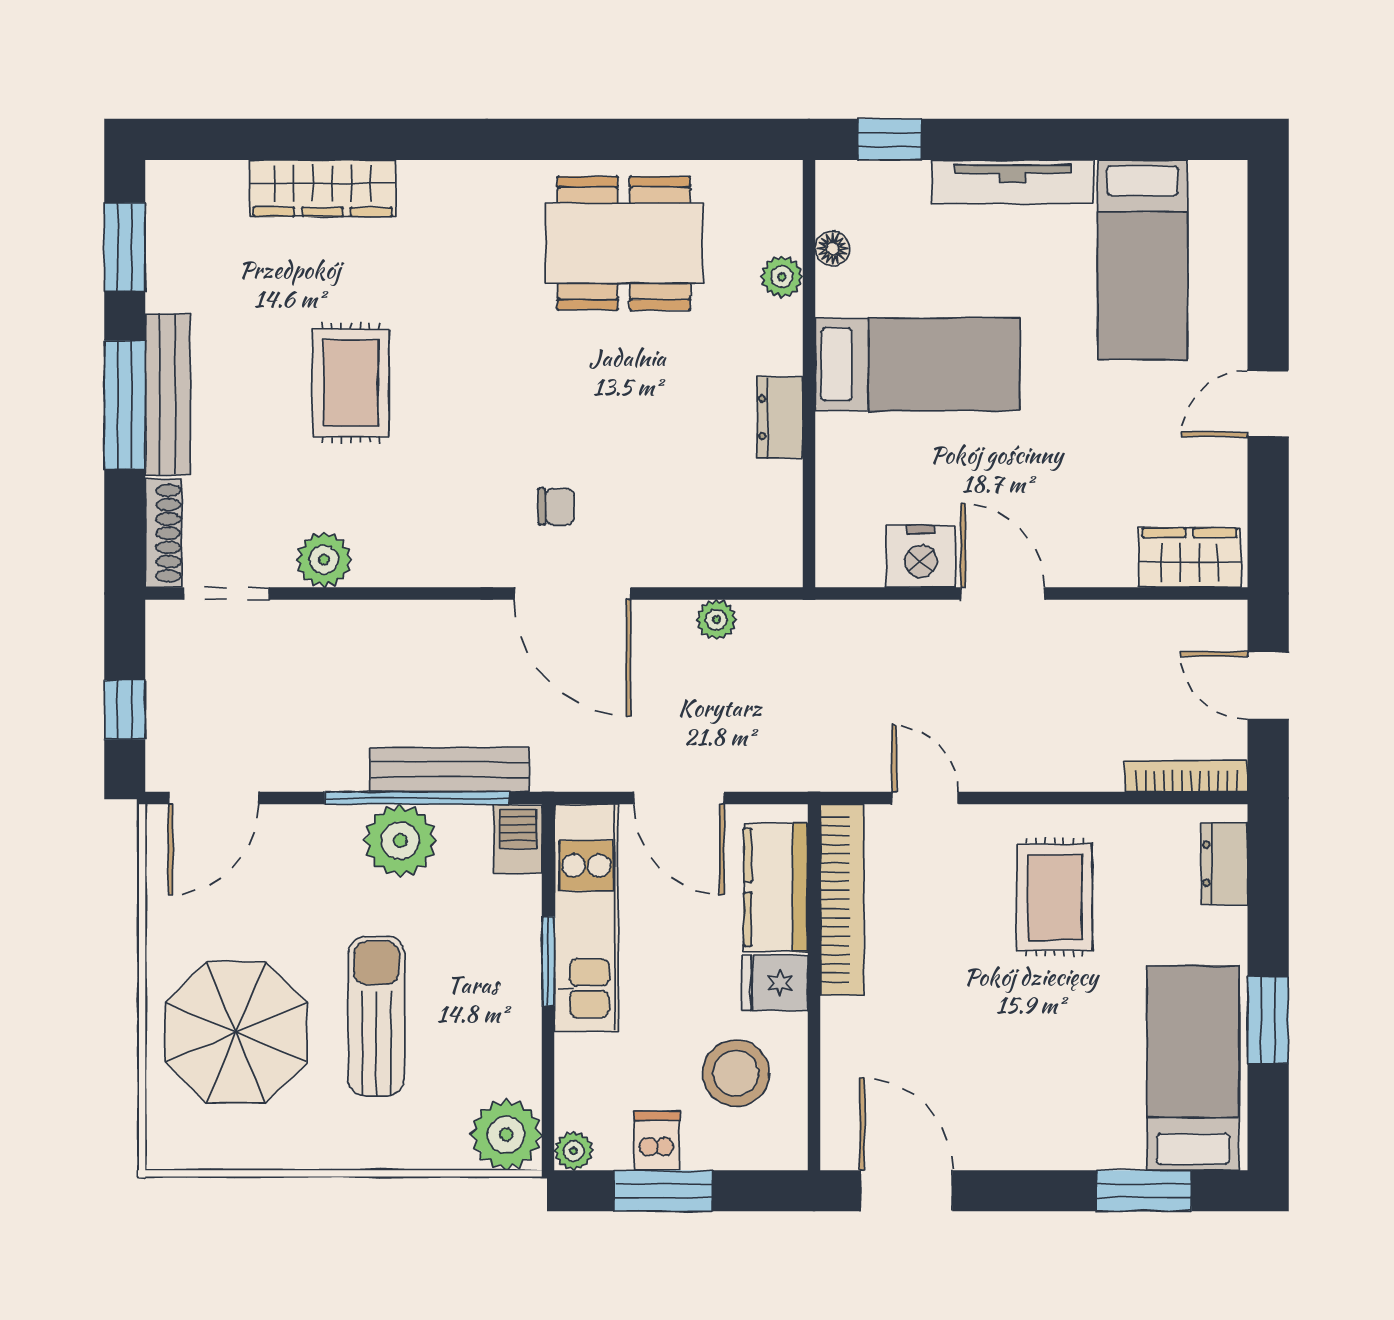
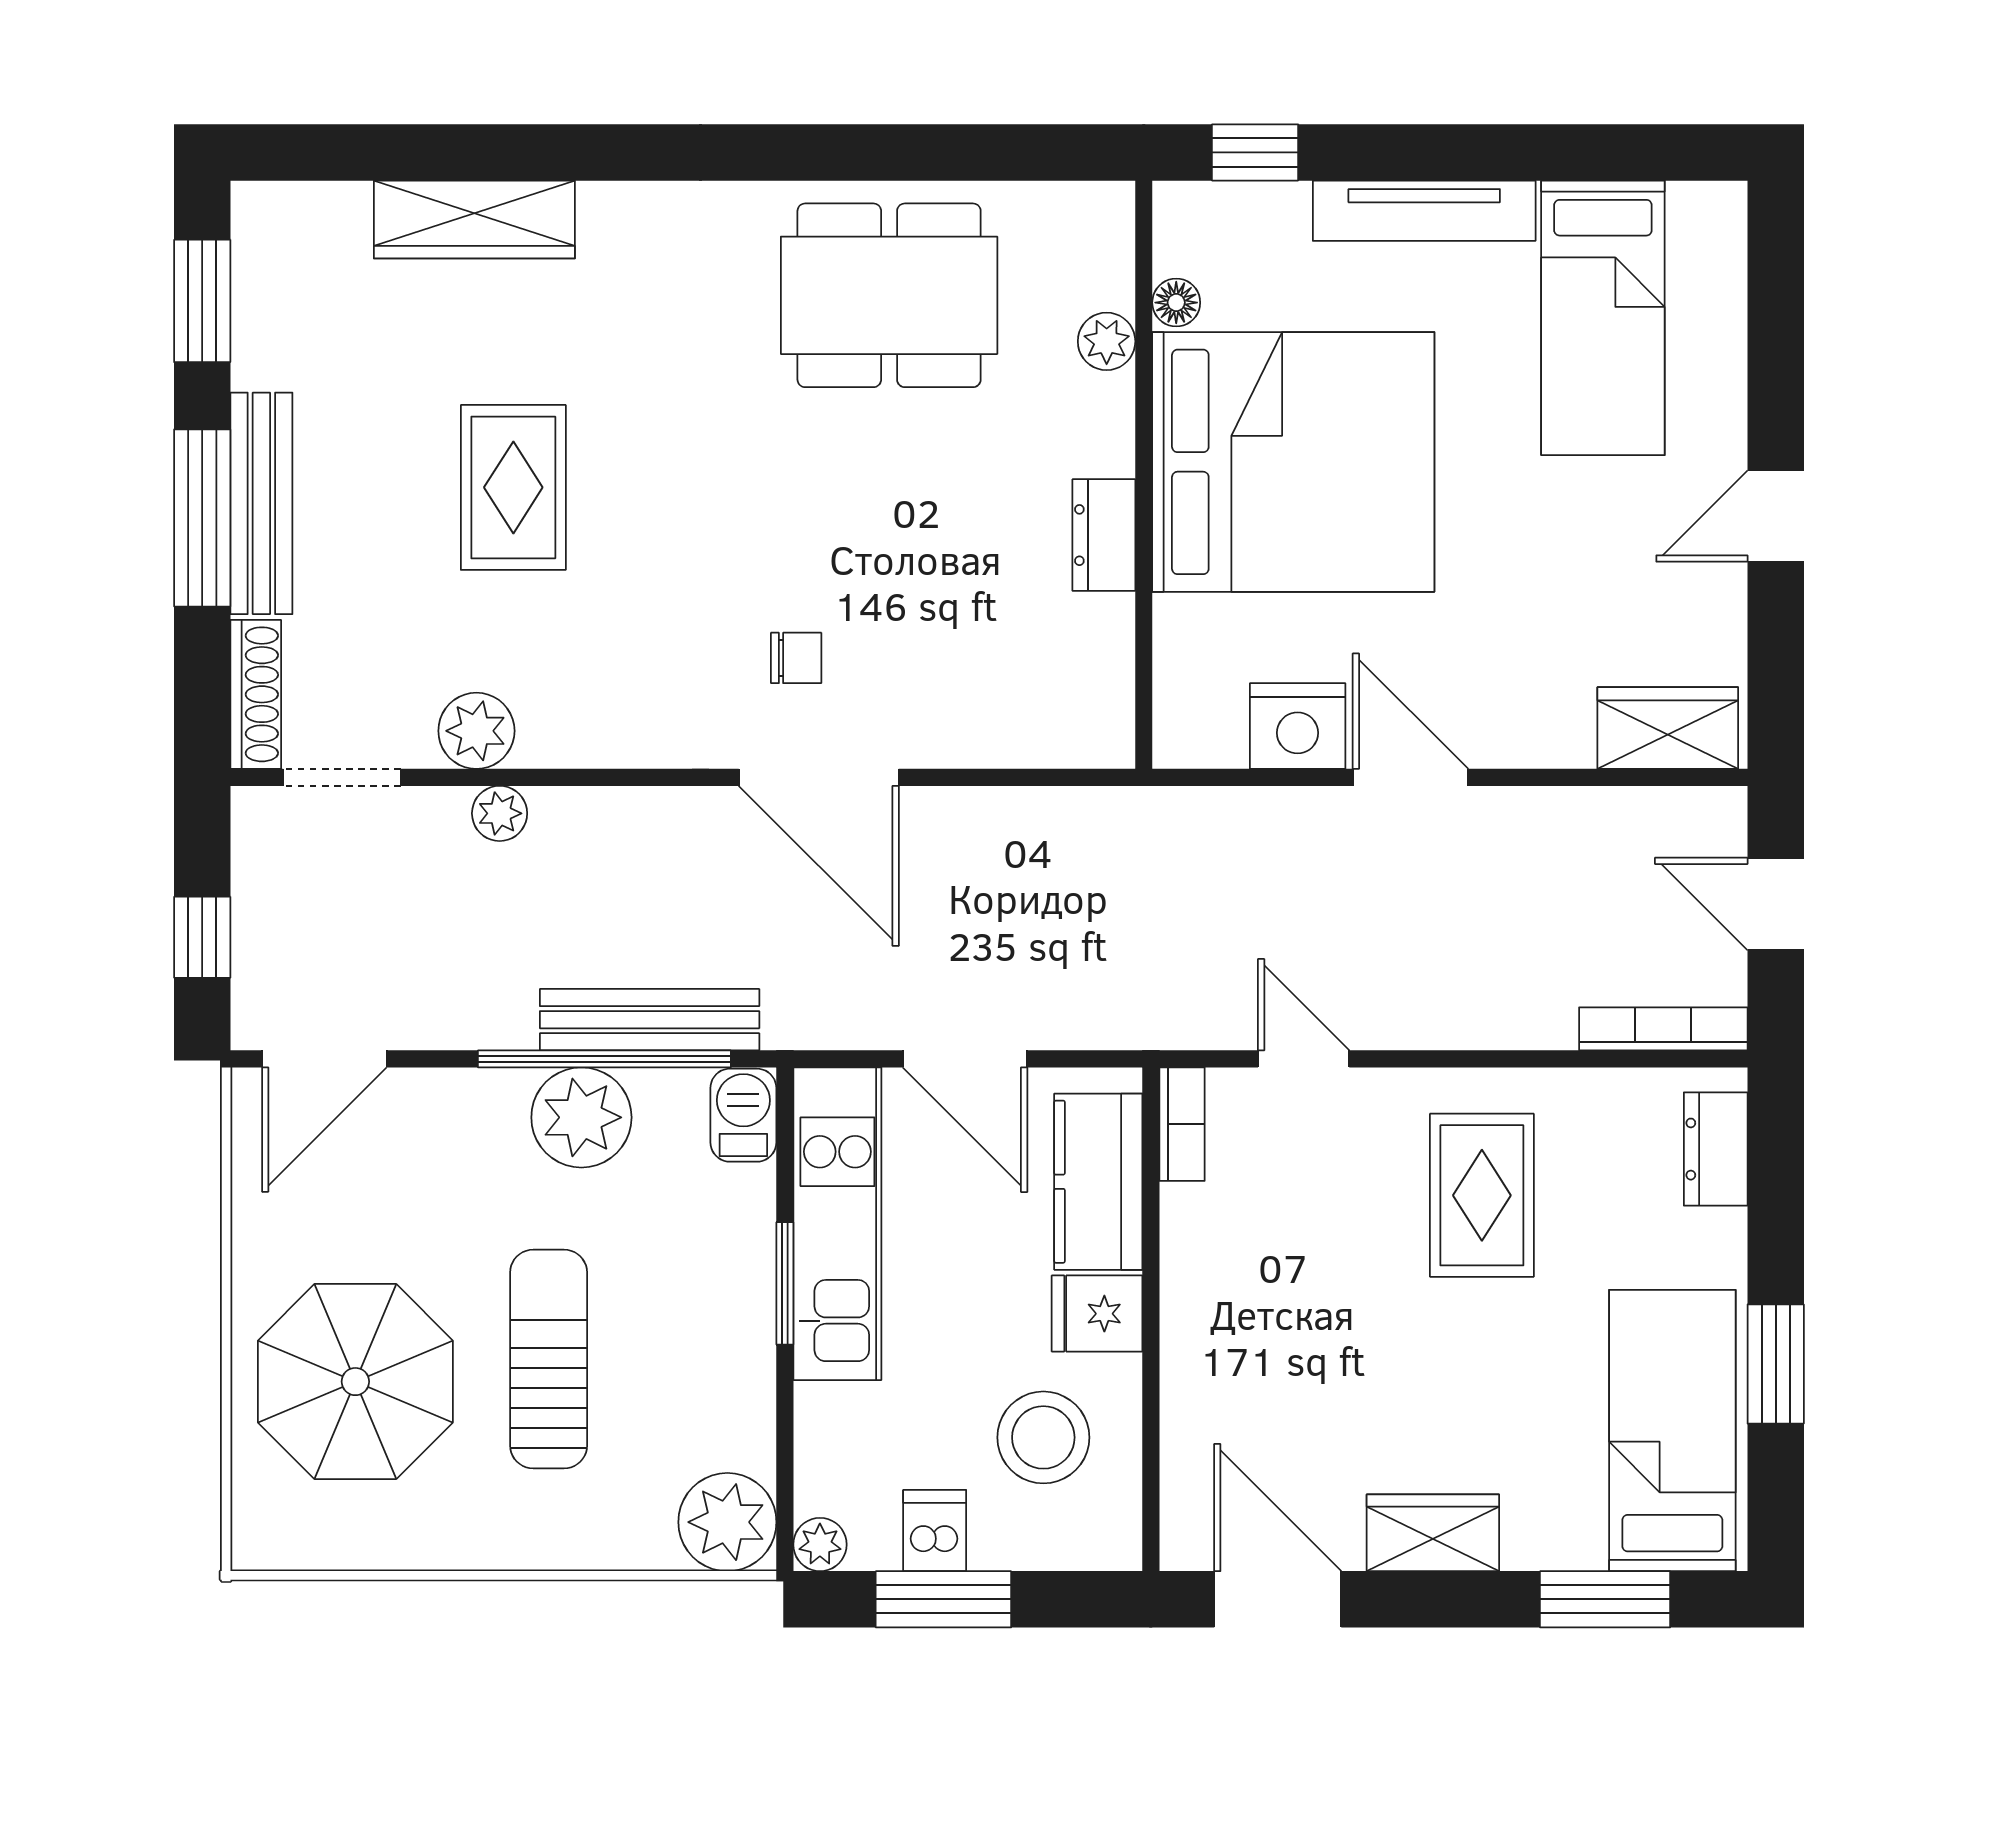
bed: (918, 364) -> (1293, 462), width x2.04
plant: (716, 620) -> (500, 813), moved
bookcase: (842, 900) -> (1182, 1124), width x0.43, depth x0.76
wardrobe: (1019, 1142) -> (1433, 1533), added

